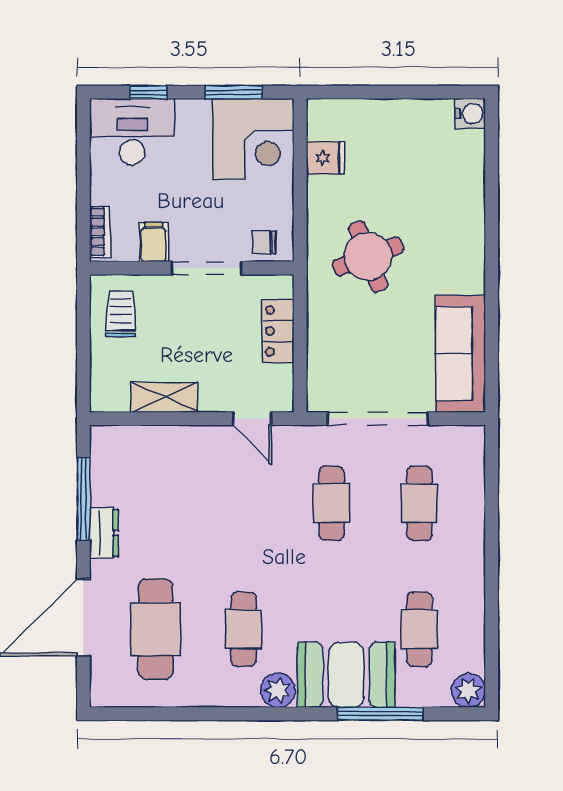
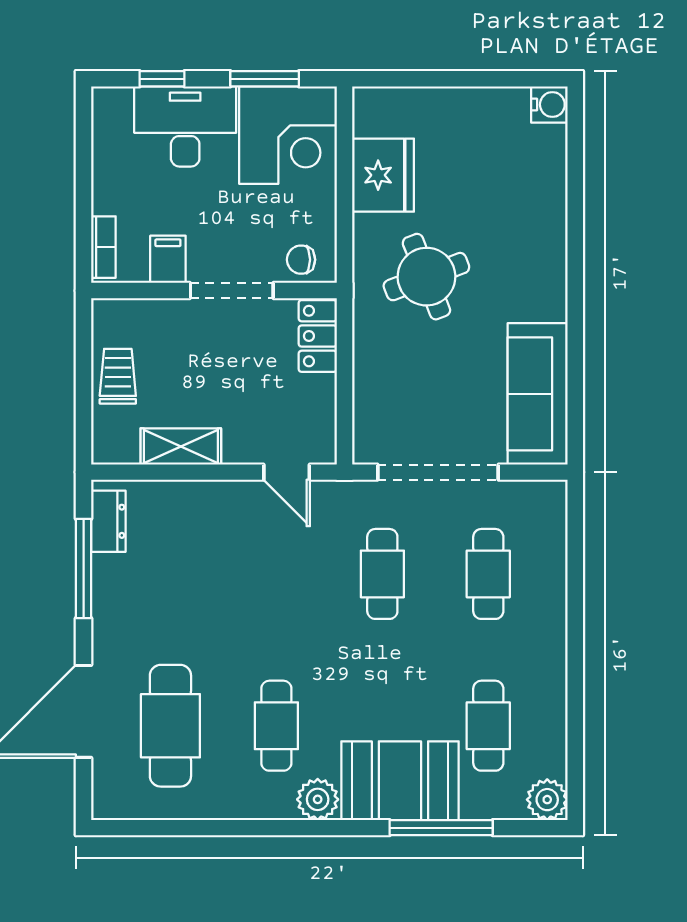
desk: (132, 132) -> (185, 126), moved
fridge: (326, 158) -> (383, 175), width x1.88, depth x1.34
trolley: (121, 314) -> (118, 376), moved
locker: (278, 331) -> (318, 336), moved
dresser: (104, 533) -> (108, 521), moved

